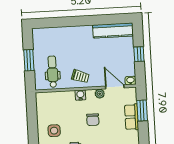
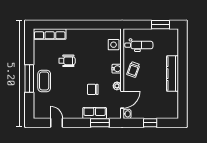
kitchen counter: (113, 30) -> (172, 74), moved
window: (29, 60) -> (160, 25), moved
chair: (93, 120) -> (93, 89), moved
side table: (54, 131) -> (114, 45), moved

